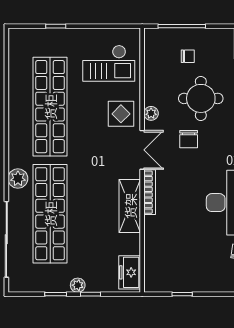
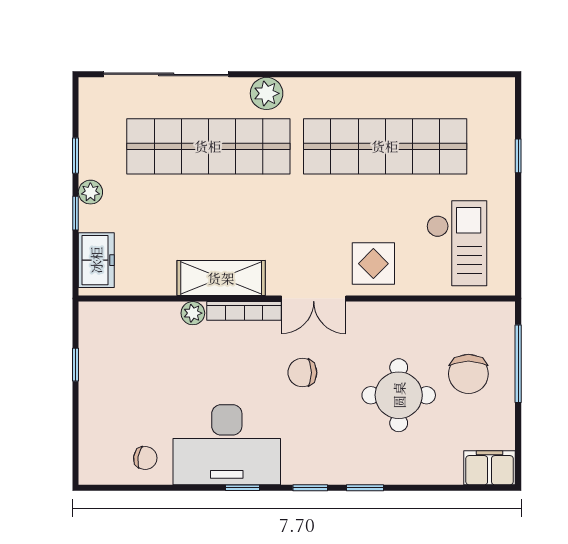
chair: (188, 56) -> (468, 374), width x1.87, depth x1.87
checkout: (109, 63) -> (457, 243), turned 180
plant: (151, 113) -> (193, 313), moved
chair: (189, 139) -> (302, 373), moved
freezer: (130, 272) -> (96, 260), moved, turned 90

